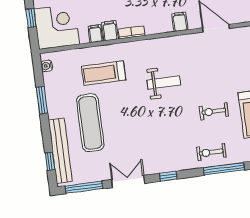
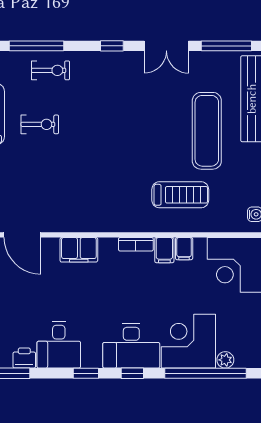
filing cabinet: (180, 22) -> (79, 250), width x2.00
weight bench: (164, 82) -> (102, 172), removed

